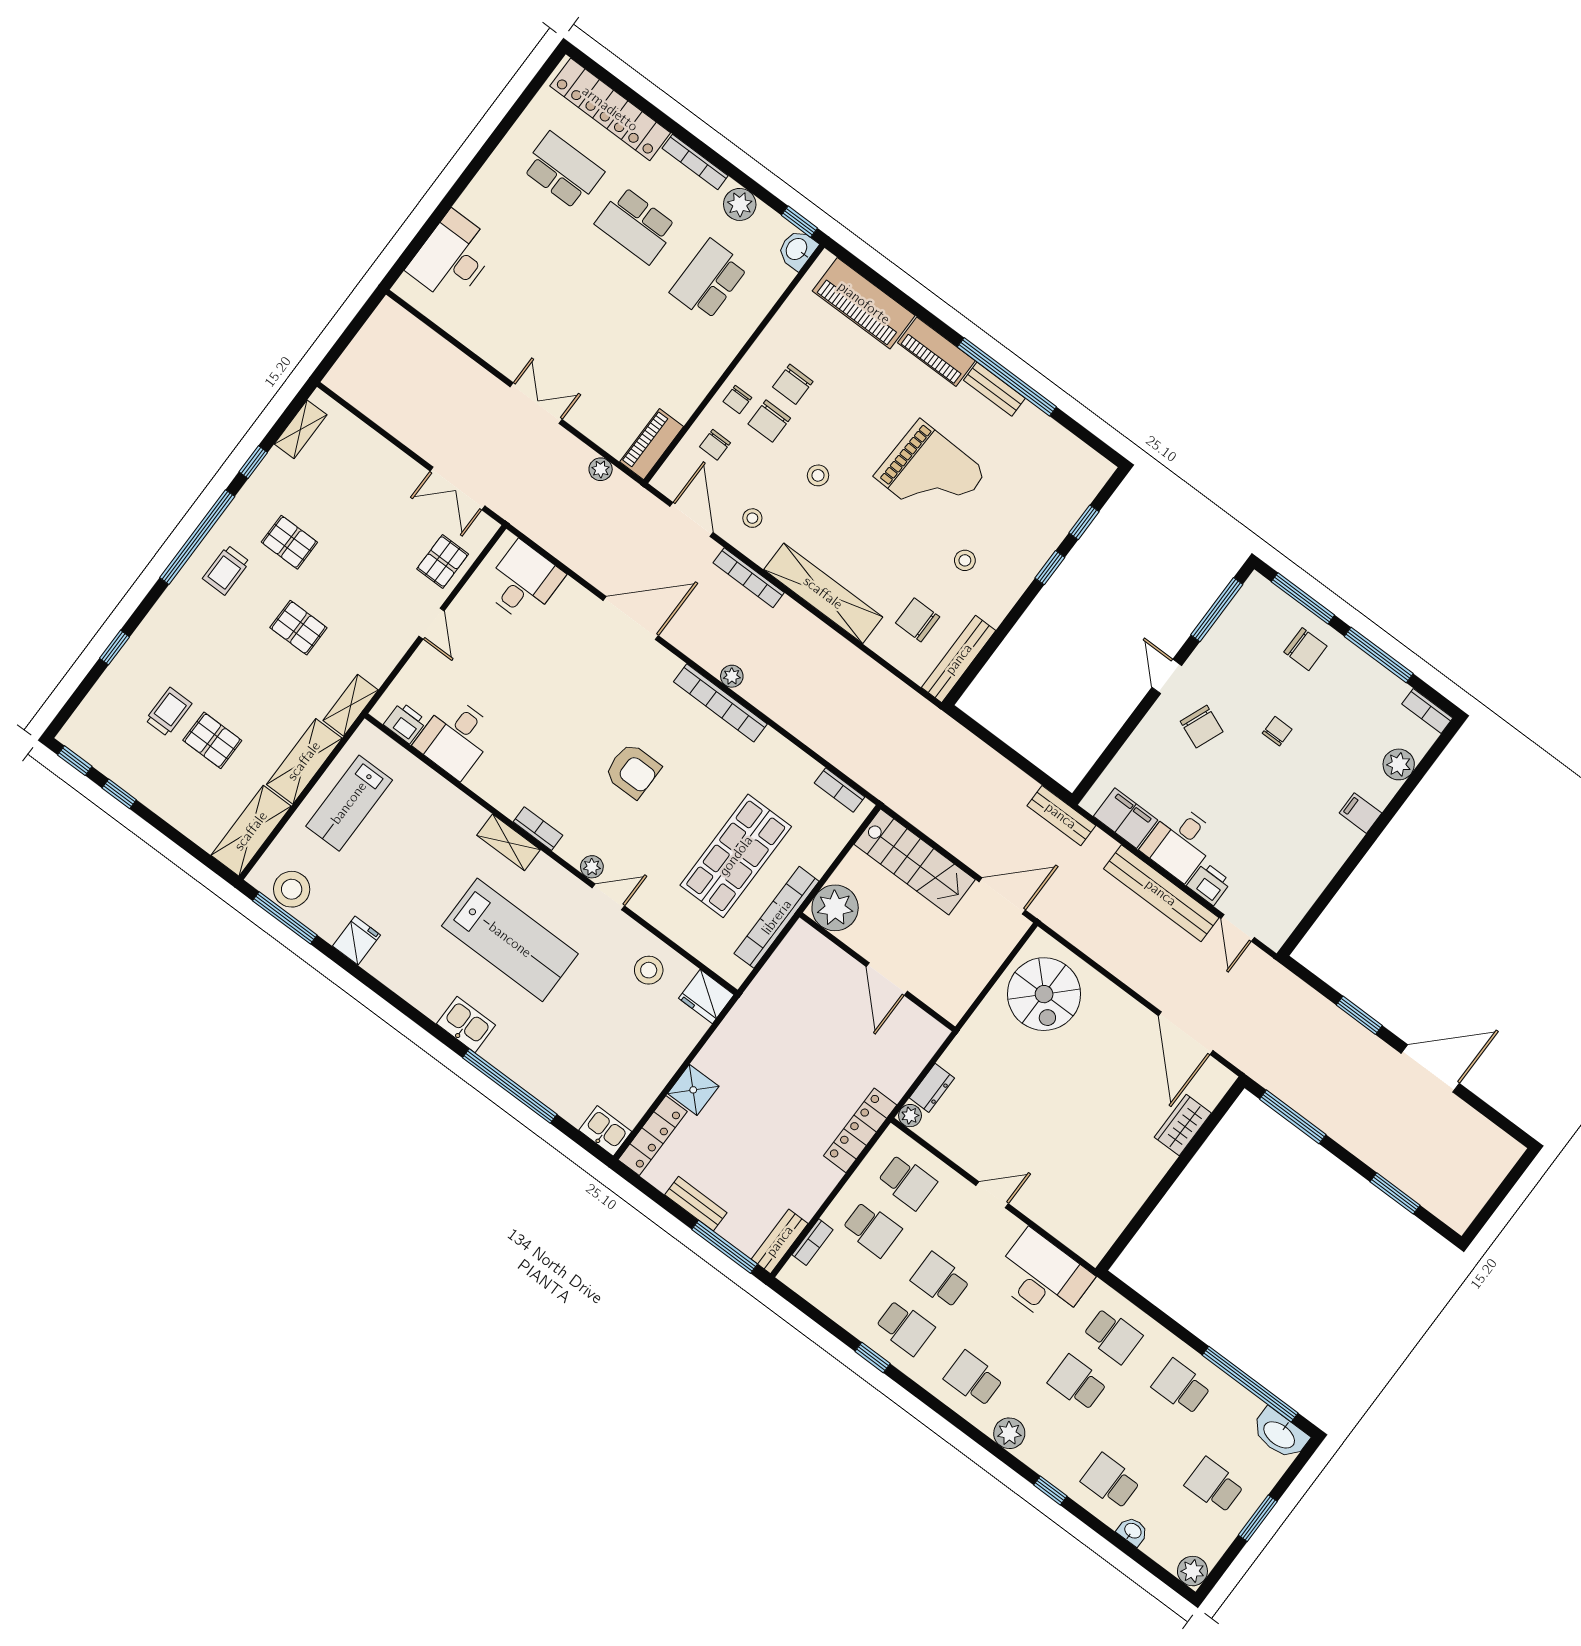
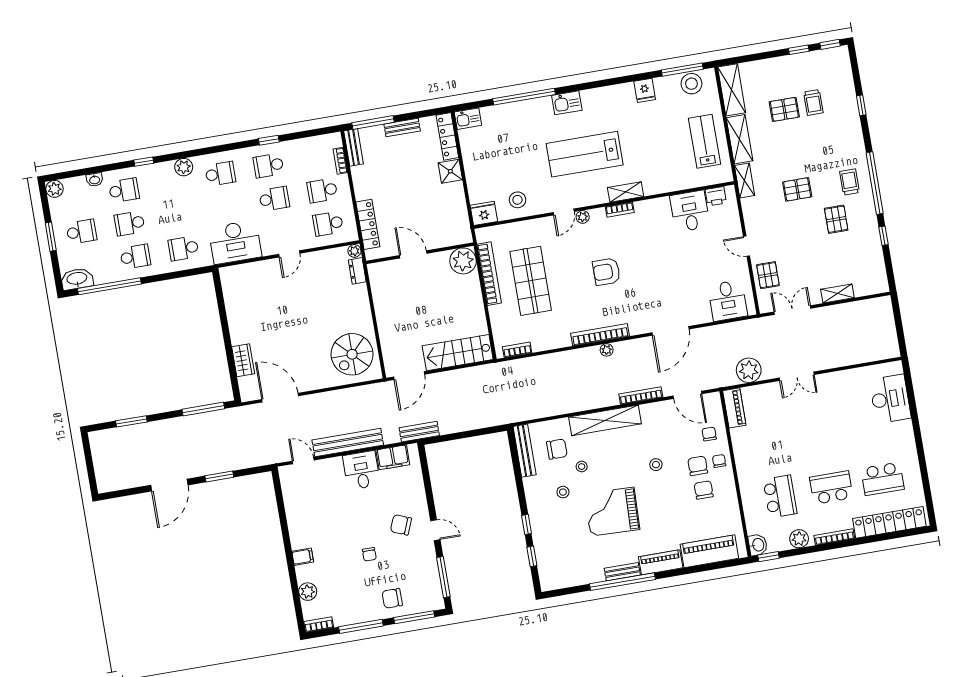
shelving: (301, 429) -> (837, 293), moved, turned 90
plant: (601, 469) -> (749, 370), width x1.88, depth x1.88
stool: (752, 518) -> (582, 467), moved
pallet: (289, 542) -> (836, 219), turned 90
printer: (1209, 884) -> (333, 466), removed
plant: (835, 908) -> (463, 261), moved
wall: (877, 972) -> (420, 253), moved
door: (887, 979) -> (413, 254), moved
spiral stairs: (1044, 994) -> (352, 354), turned -90
school desk: (1077, 1383) -> (130, 223), moved, turned 180

